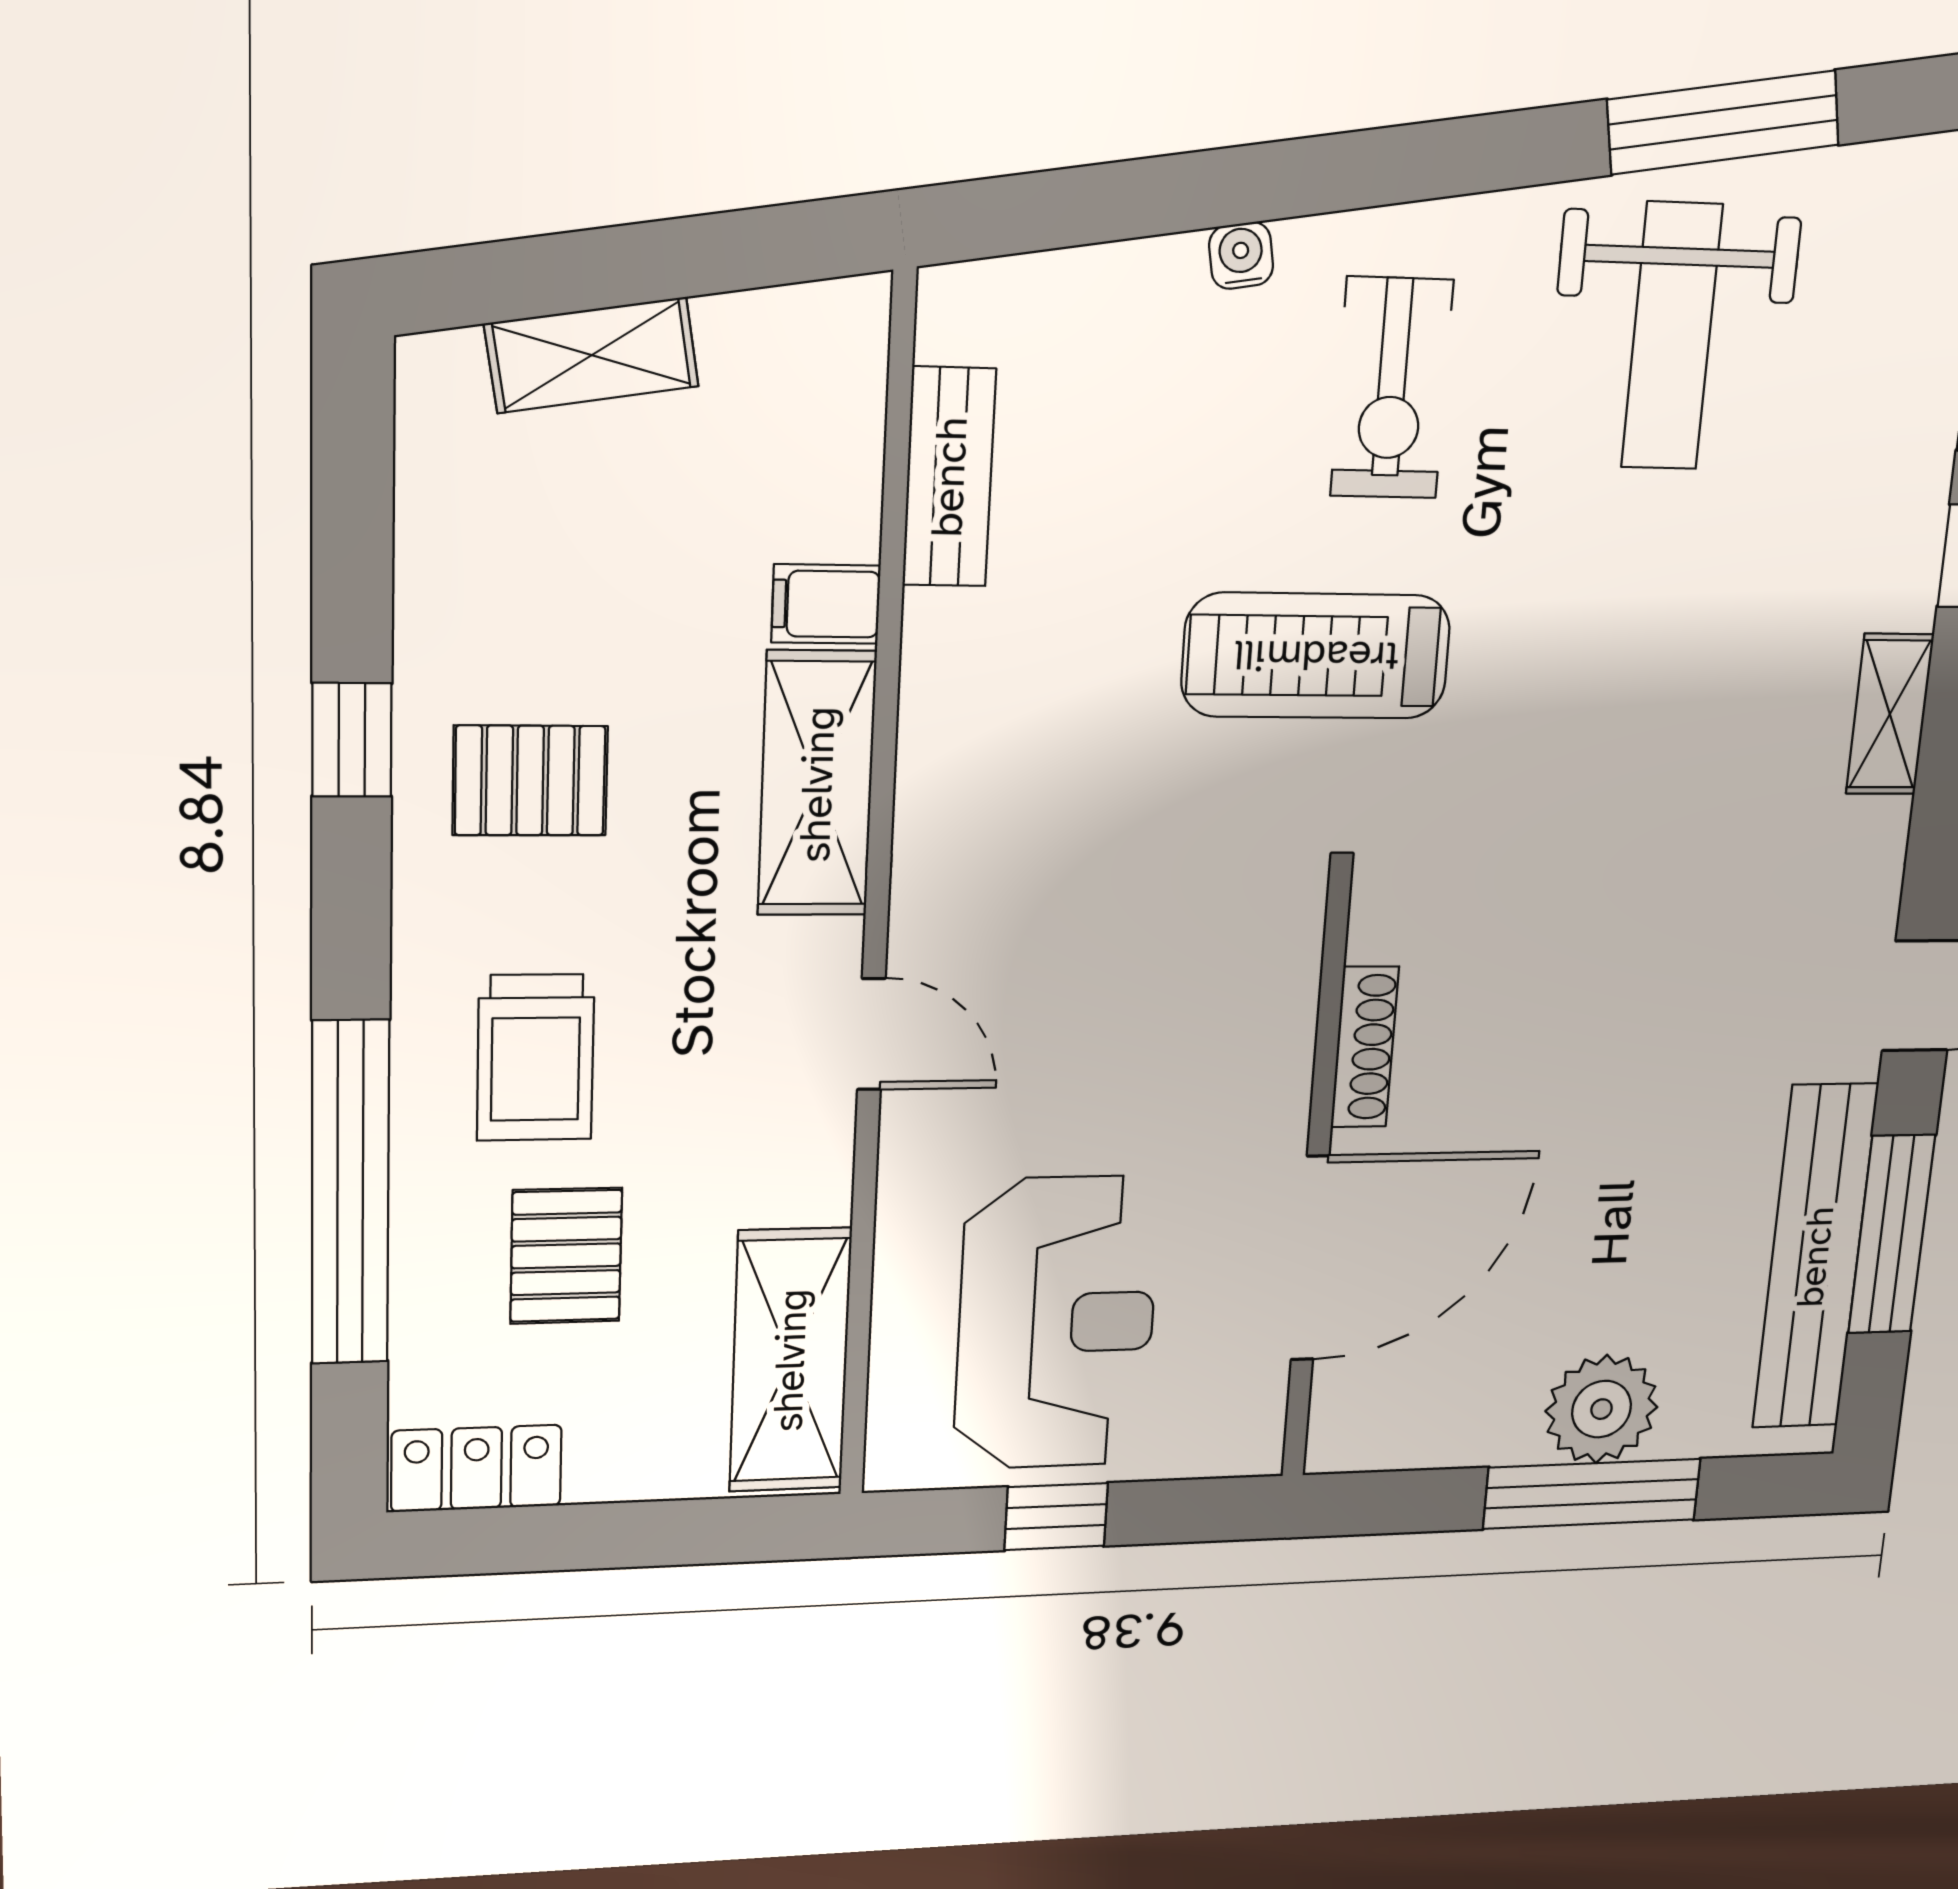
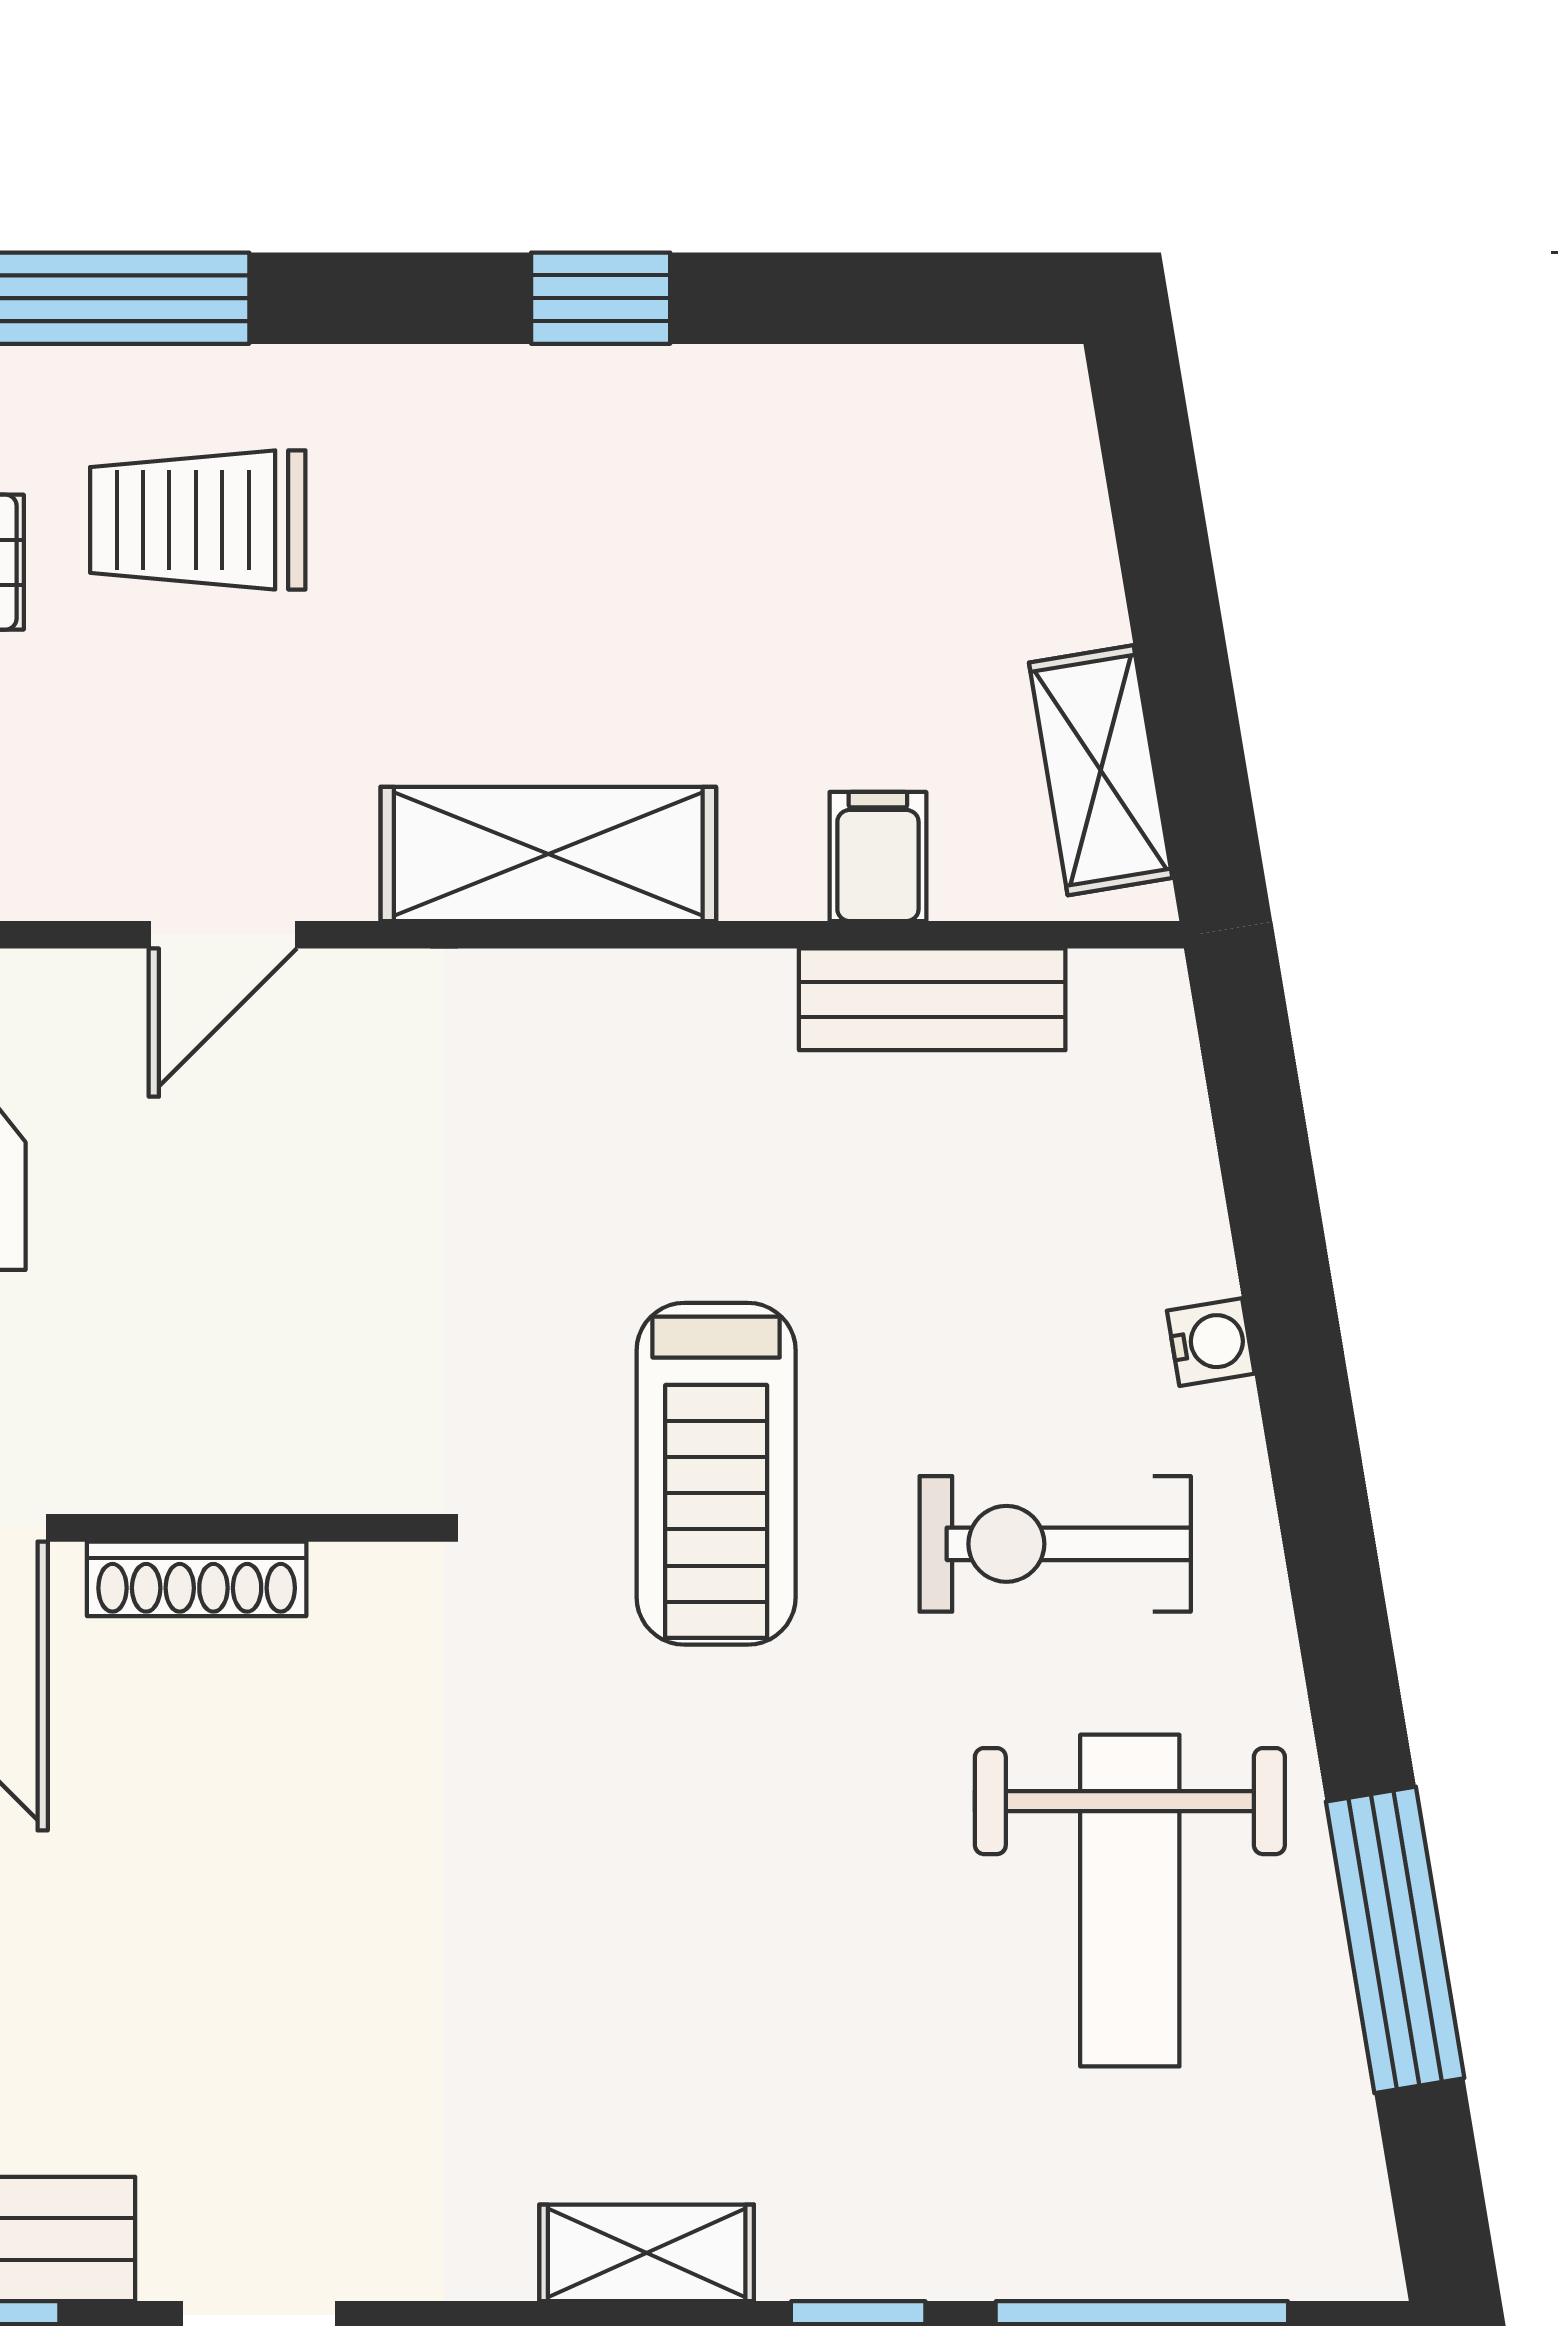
weight bench: (1672, 336) -> (1130, 1901), turned -90
shelving: (592, 355) -> (1101, 770), moved
filing cabinet: (826, 604) -> (878, 856), moved
treadmill: (1316, 656) -> (716, 1474), turned 180
pallet: (530, 781) -> (551, 508), removed

